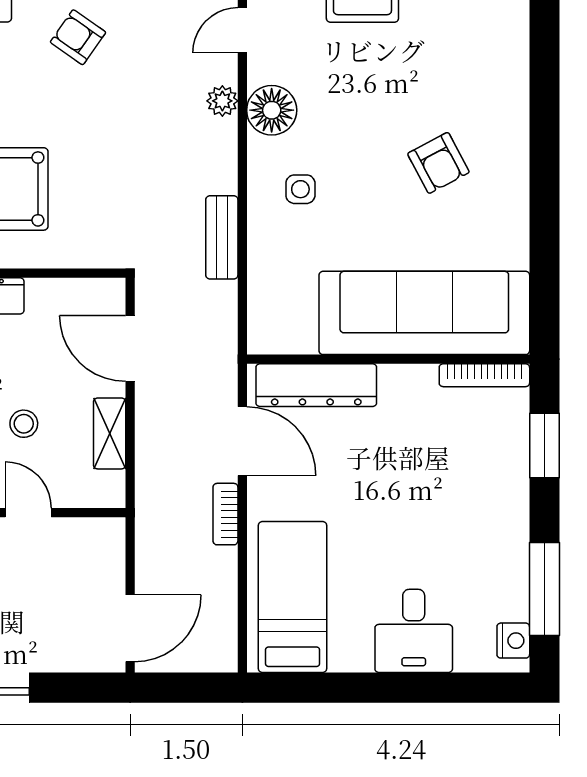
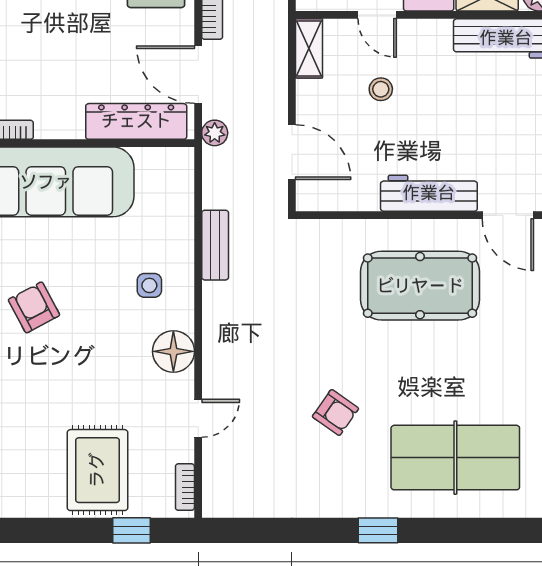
plant: (222, 101) -> (215, 133), moved
shelving: (110, 433) -> (309, 48), moved

